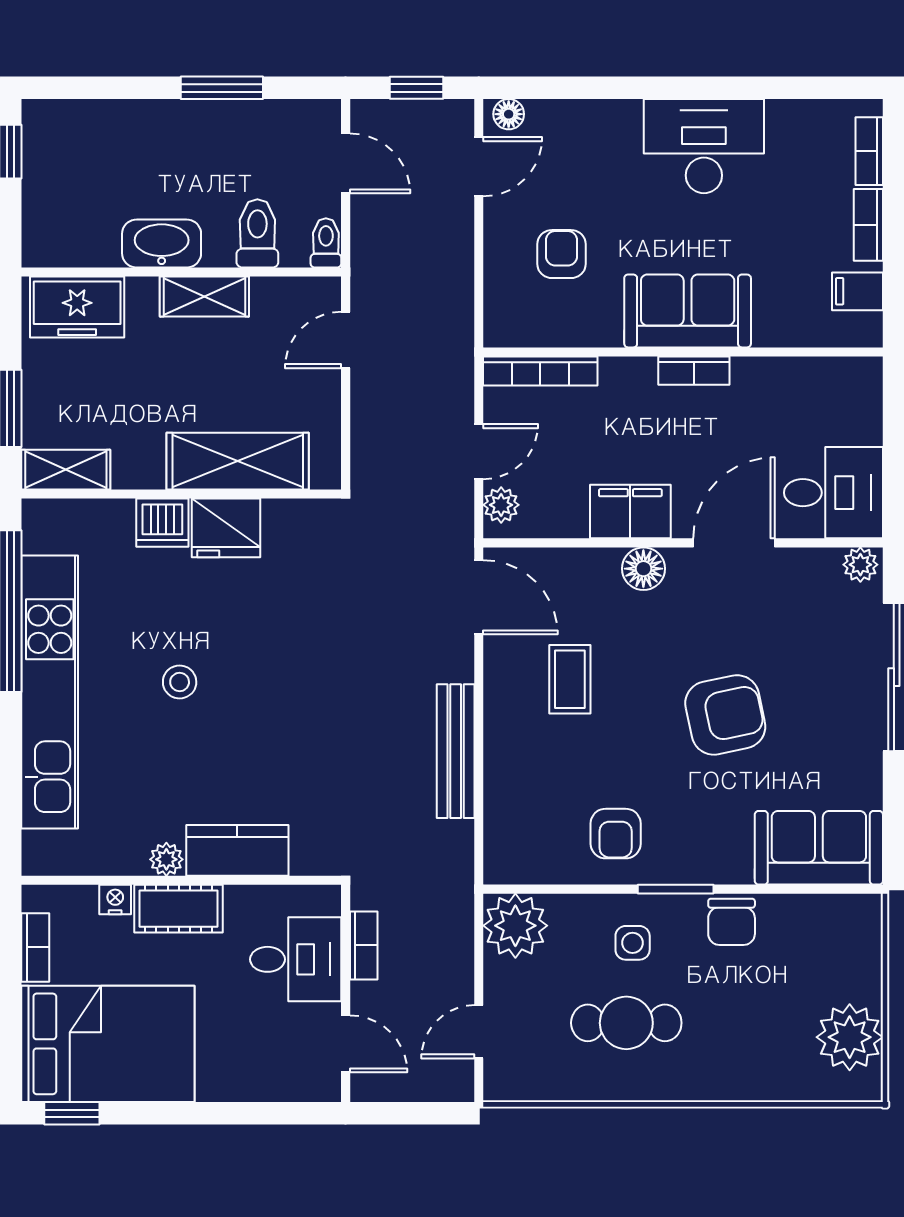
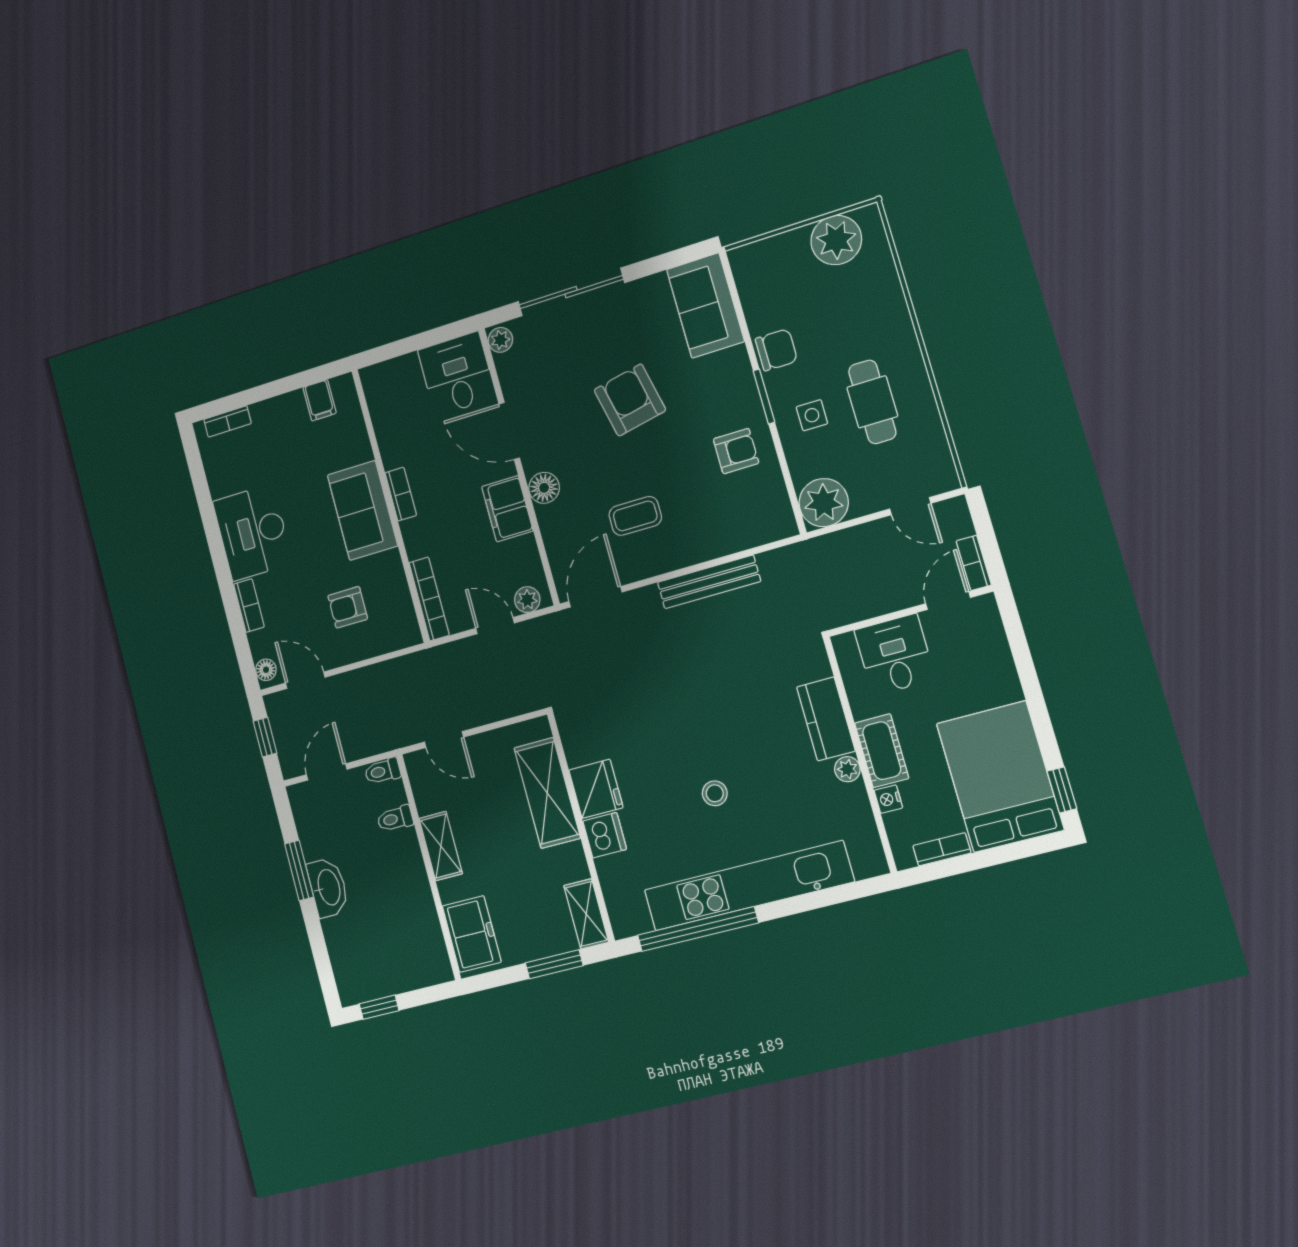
bookcase: (868, 225) -> (249, 606), moved, turned -90
toilet: (257, 233) -> (395, 819), width x0.73, depth x0.72
washbasin: (162, 244) -> (328, 887), moved, turned 180
bookcase: (364, 945) -> (974, 563), moved, turned -90

